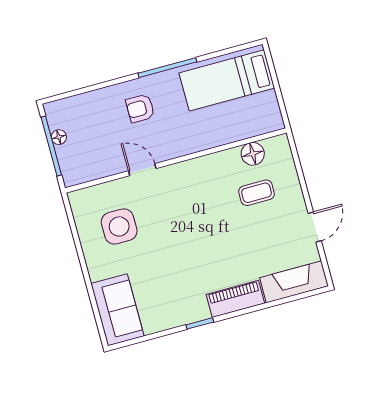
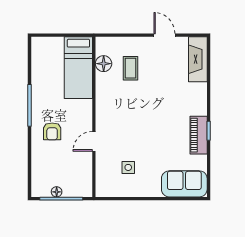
bed: (227, 80) -> (78, 68), moved
side table: (119, 226) -> (128, 167), width x0.54, depth x0.54
piano: (235, 299) -> (199, 135), moved

